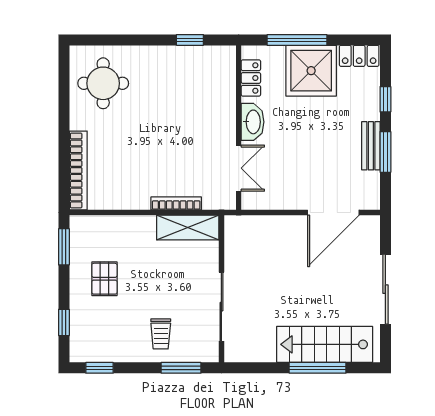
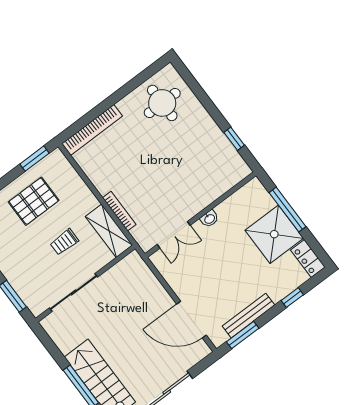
locker: (251, 78) -> (239, 198), removed
washbasin: (253, 122) -> (209, 219), width x0.52, depth x0.69
bench: (371, 146) -> (248, 316), width x1.36
window: (385, 152) -> (243, 335), moved
pallet: (104, 279) -> (34, 201), width x1.50, depth x1.42
trolley: (161, 334) -> (64, 242), moved

